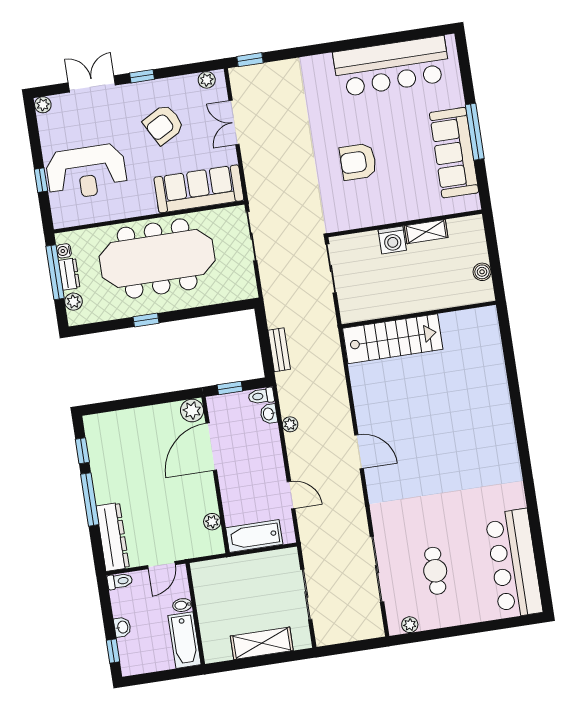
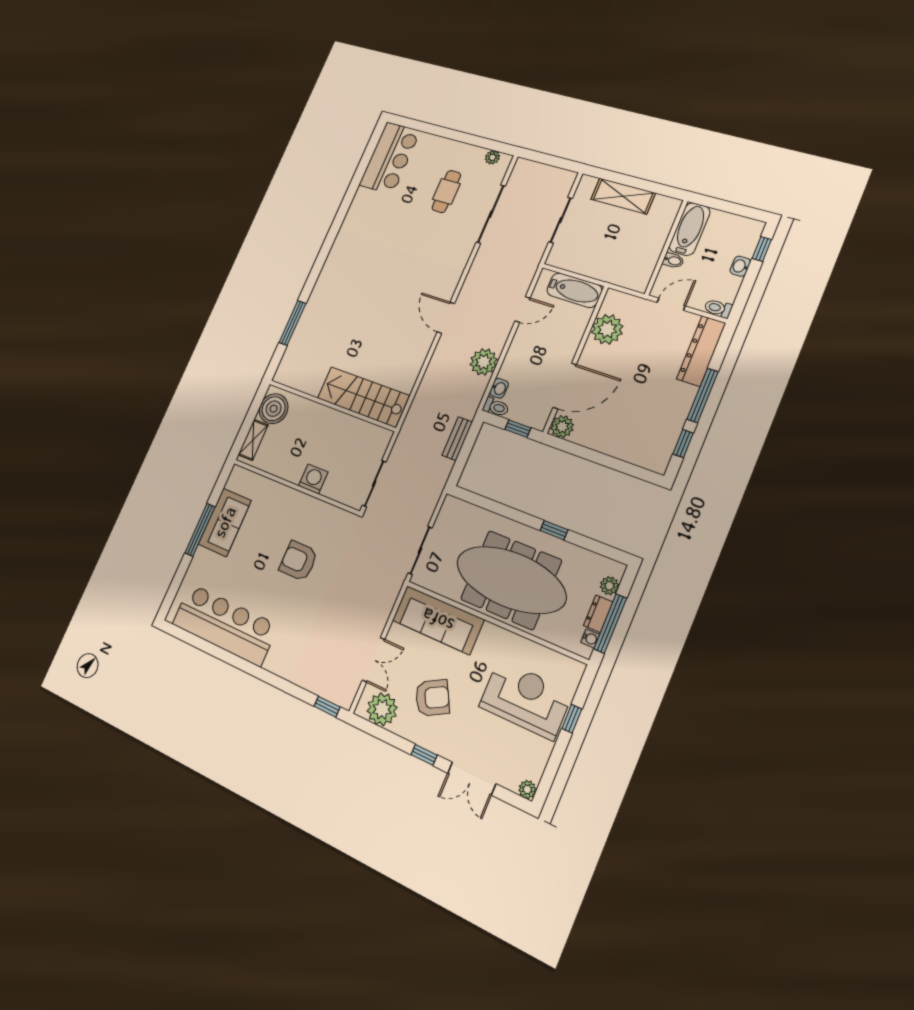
plant: (207, 80) -> (382, 709), width x1.87, depth x1.87
sofa: (454, 153) -> (225, 522), width x0.73
armchair: (358, 162) -> (298, 561), turned 180
shelving: (426, 232) -> (253, 440), moved, turned 90
boiler: (482, 272) -> (274, 409), width x1.86, depth x1.86
window: (511, 370) -> (292, 323), added
plant: (290, 424) -> (484, 362), width x1.87, depth x1.87
door: (291, 495) -> (522, 310), swing flipped
plant: (212, 522) -> (607, 329), width x1.87, depth x1.87
bar counter: (514, 563) -> (390, 158), width x0.73

